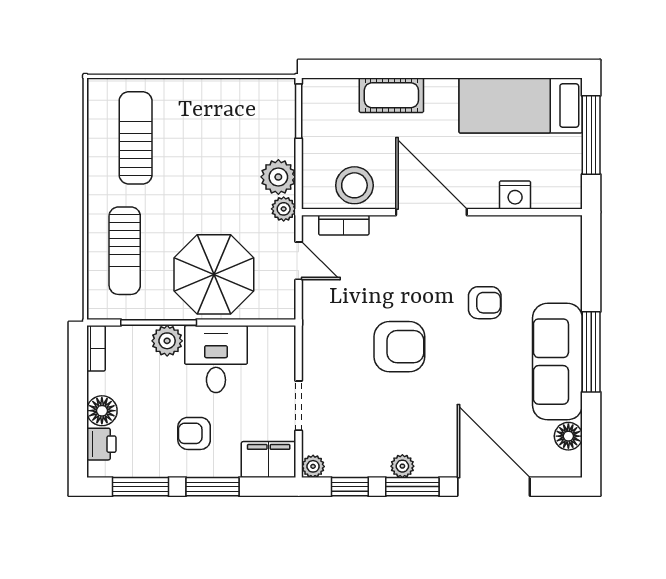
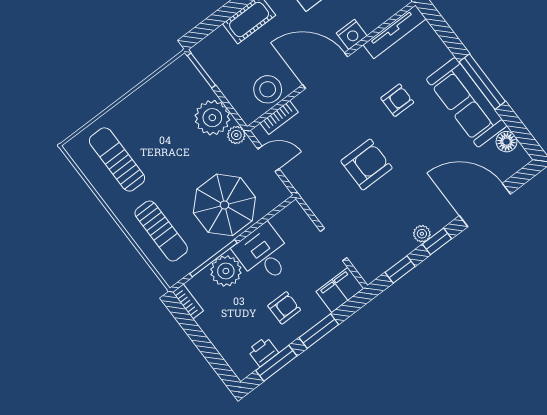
plant: (278, 177) -> (212, 118), width x1.36, depth x1.36
nightstand: (515, 195) -> (352, 34), moved
tv unit: (538, 227) -> (395, 32), added
plant: (167, 341) -> (226, 271), width x1.36, depth x1.36
floor lamp: (102, 411) -> (219, 336), removed
armchair: (194, 433) -> (284, 308), turned 180
printer: (101, 444) -> (263, 352), moved, turned -90
plant: (313, 466) -> (369, 274), removed
window: (412, 487) -> (437, 241), width x0.67

